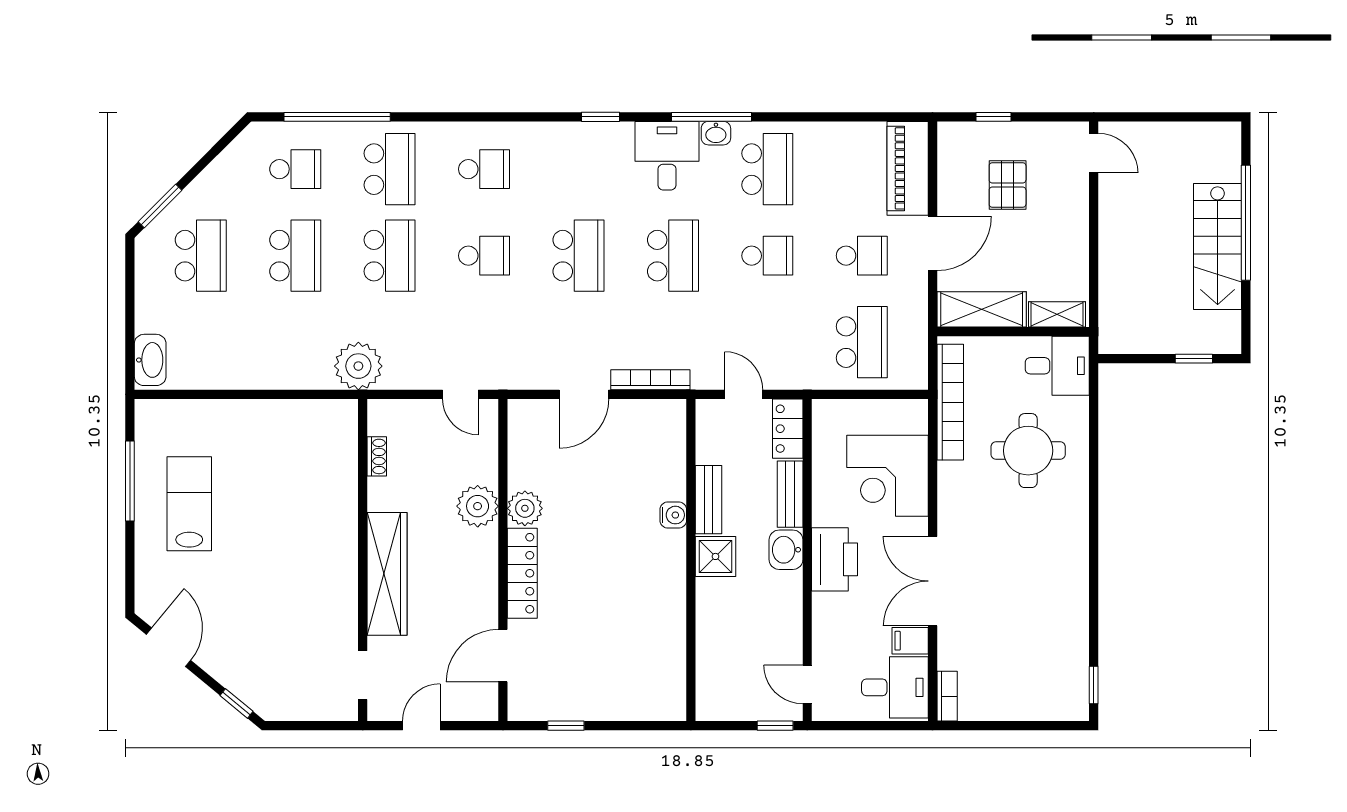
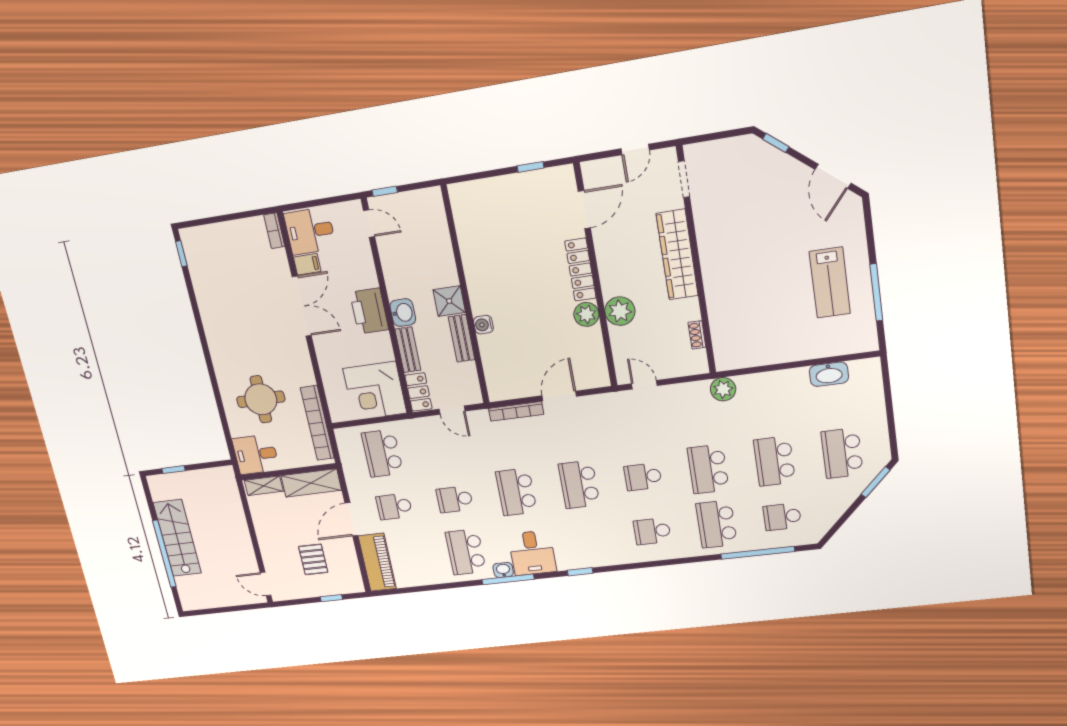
washbasin: (150, 360) -> (829, 374), moved, turned -90
plant: (358, 366) -> (723, 389), width x0.73, depth x0.73
corner desk: (888, 476) -> (375, 391), moved, turned 180

